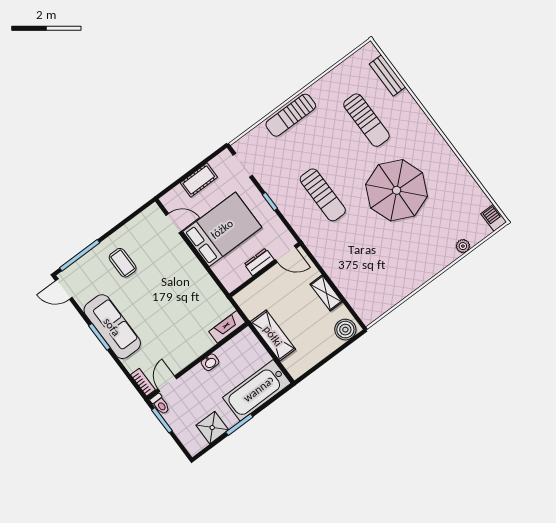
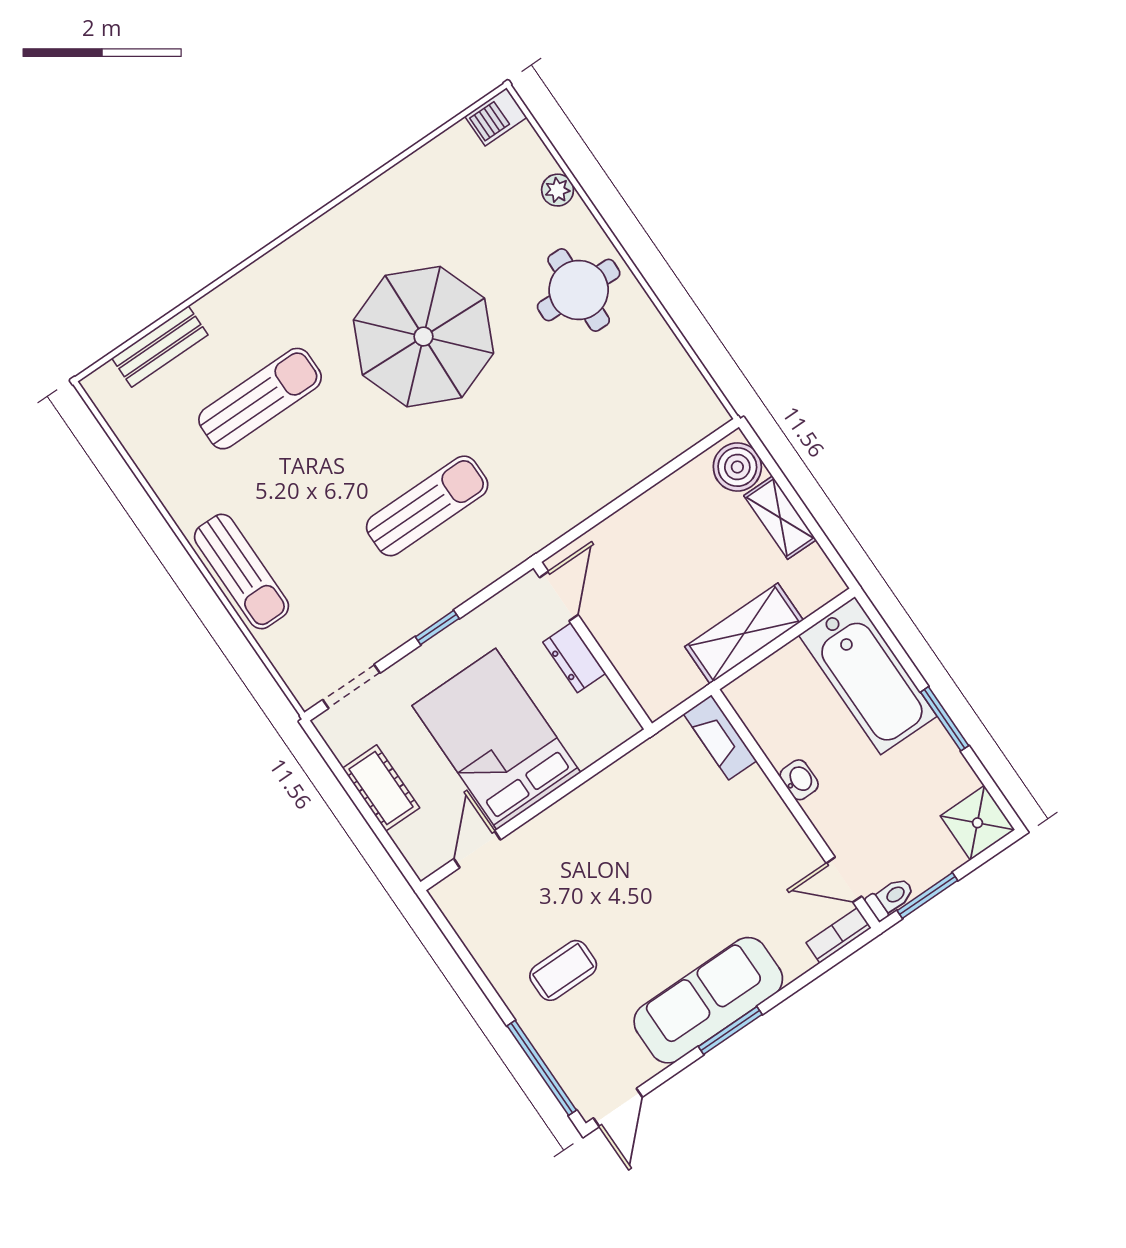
round table: (420, 257) -> (579, 290), added
shelving: (326, 293) -> (780, 518), moved, turned 90
shower: (212, 428) -> (977, 823), moved

